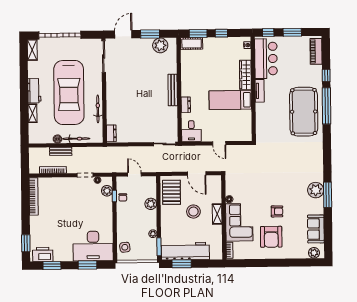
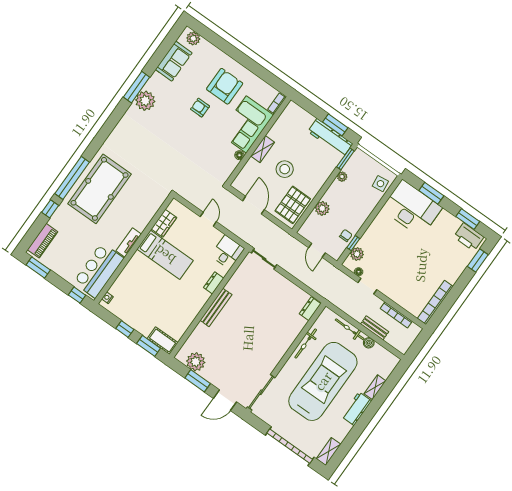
window: (292, 32) -> (38, 267), moved
wardrobe: (245, 75) -> (164, 223), moved, width x0.67
workbench: (185, 251) -> (330, 138), width x0.73, depth x0.76

